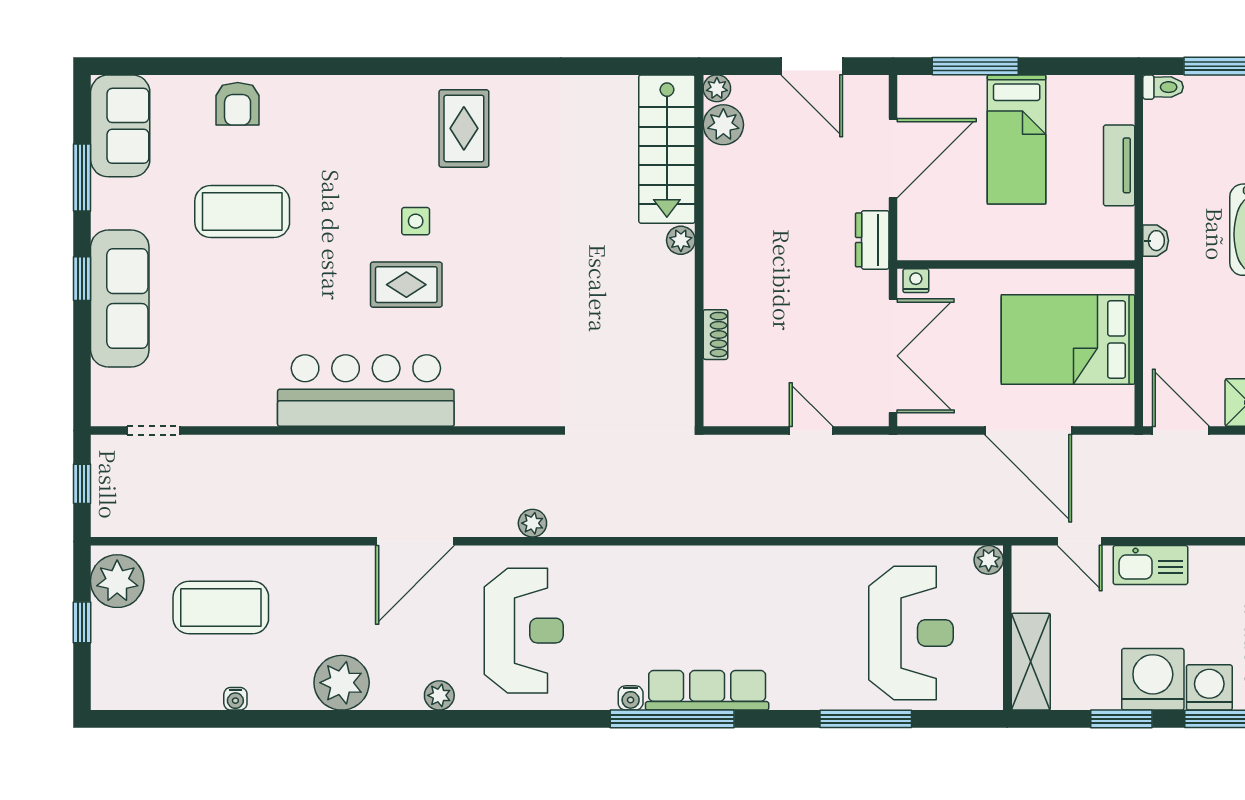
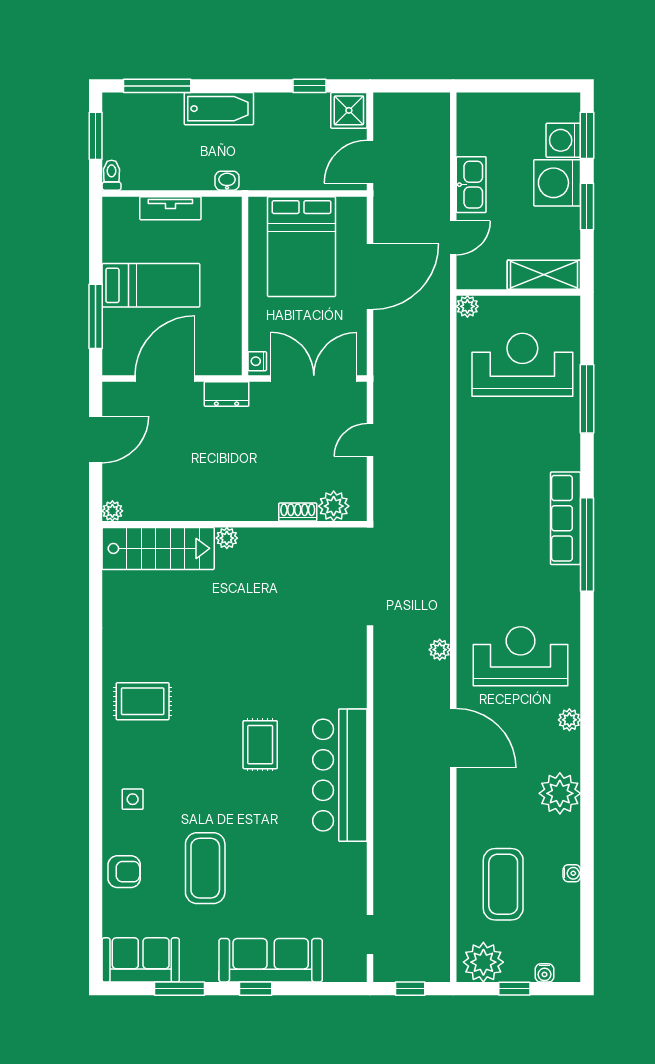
plant: (723, 125) -> (334, 506), moved
door: (893, 158) -> (165, 378), hinge flipped
side table: (416, 221) -> (133, 799), moved
water cooler: (631, 698) -> (545, 973), moved, turned 90

